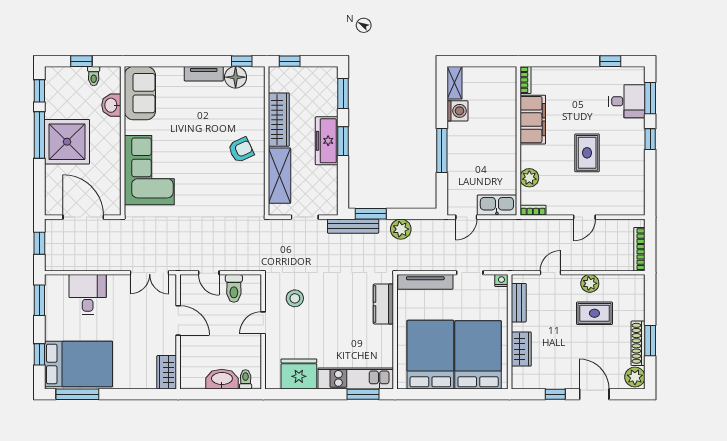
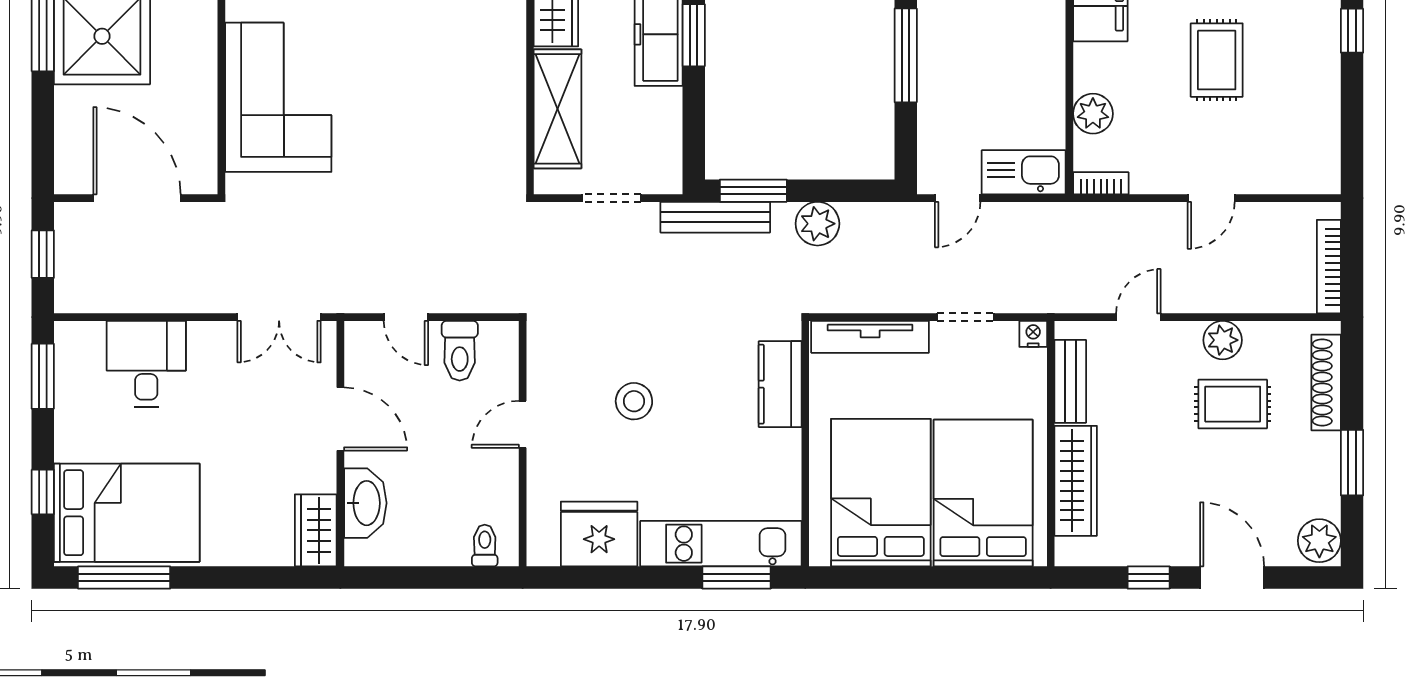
armchair: (241, 150) -> (475, 54), removed
stool: (295, 298) -> (634, 401), moved
shoe rack: (638, 343) -> (1326, 382), moved
wardrobe: (521, 349) -> (1076, 481), width x1.50
washbasin: (222, 379) -> (365, 503), moved, turned 90

